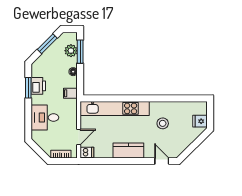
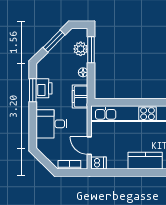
filing cabinet: (70, 93) -> (80, 96), width x2.00
door: (79, 137) -> (89, 146), swing flipped

